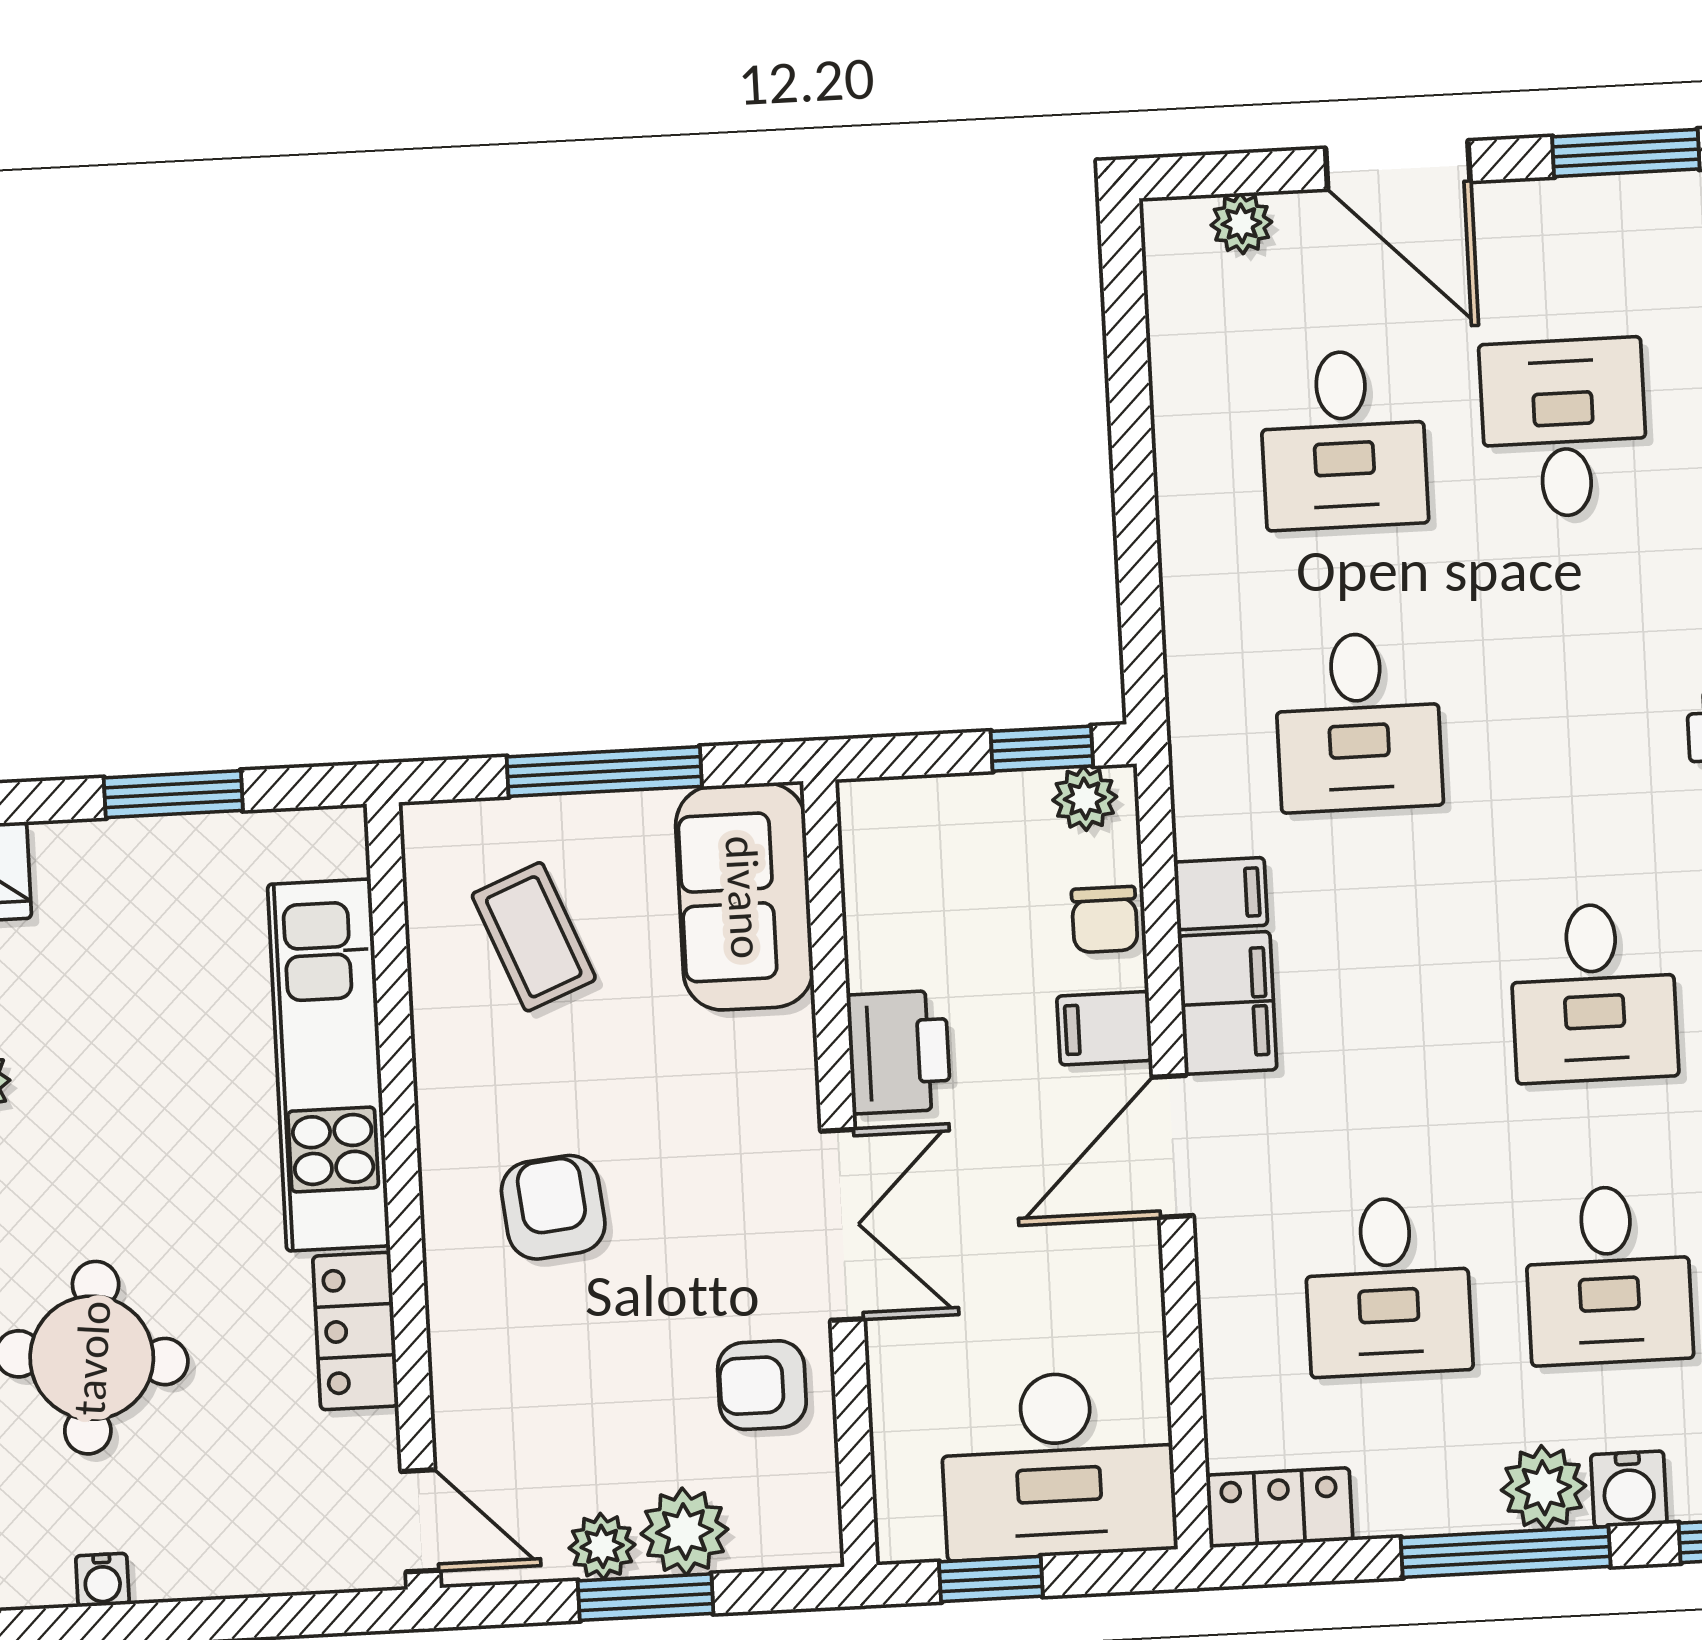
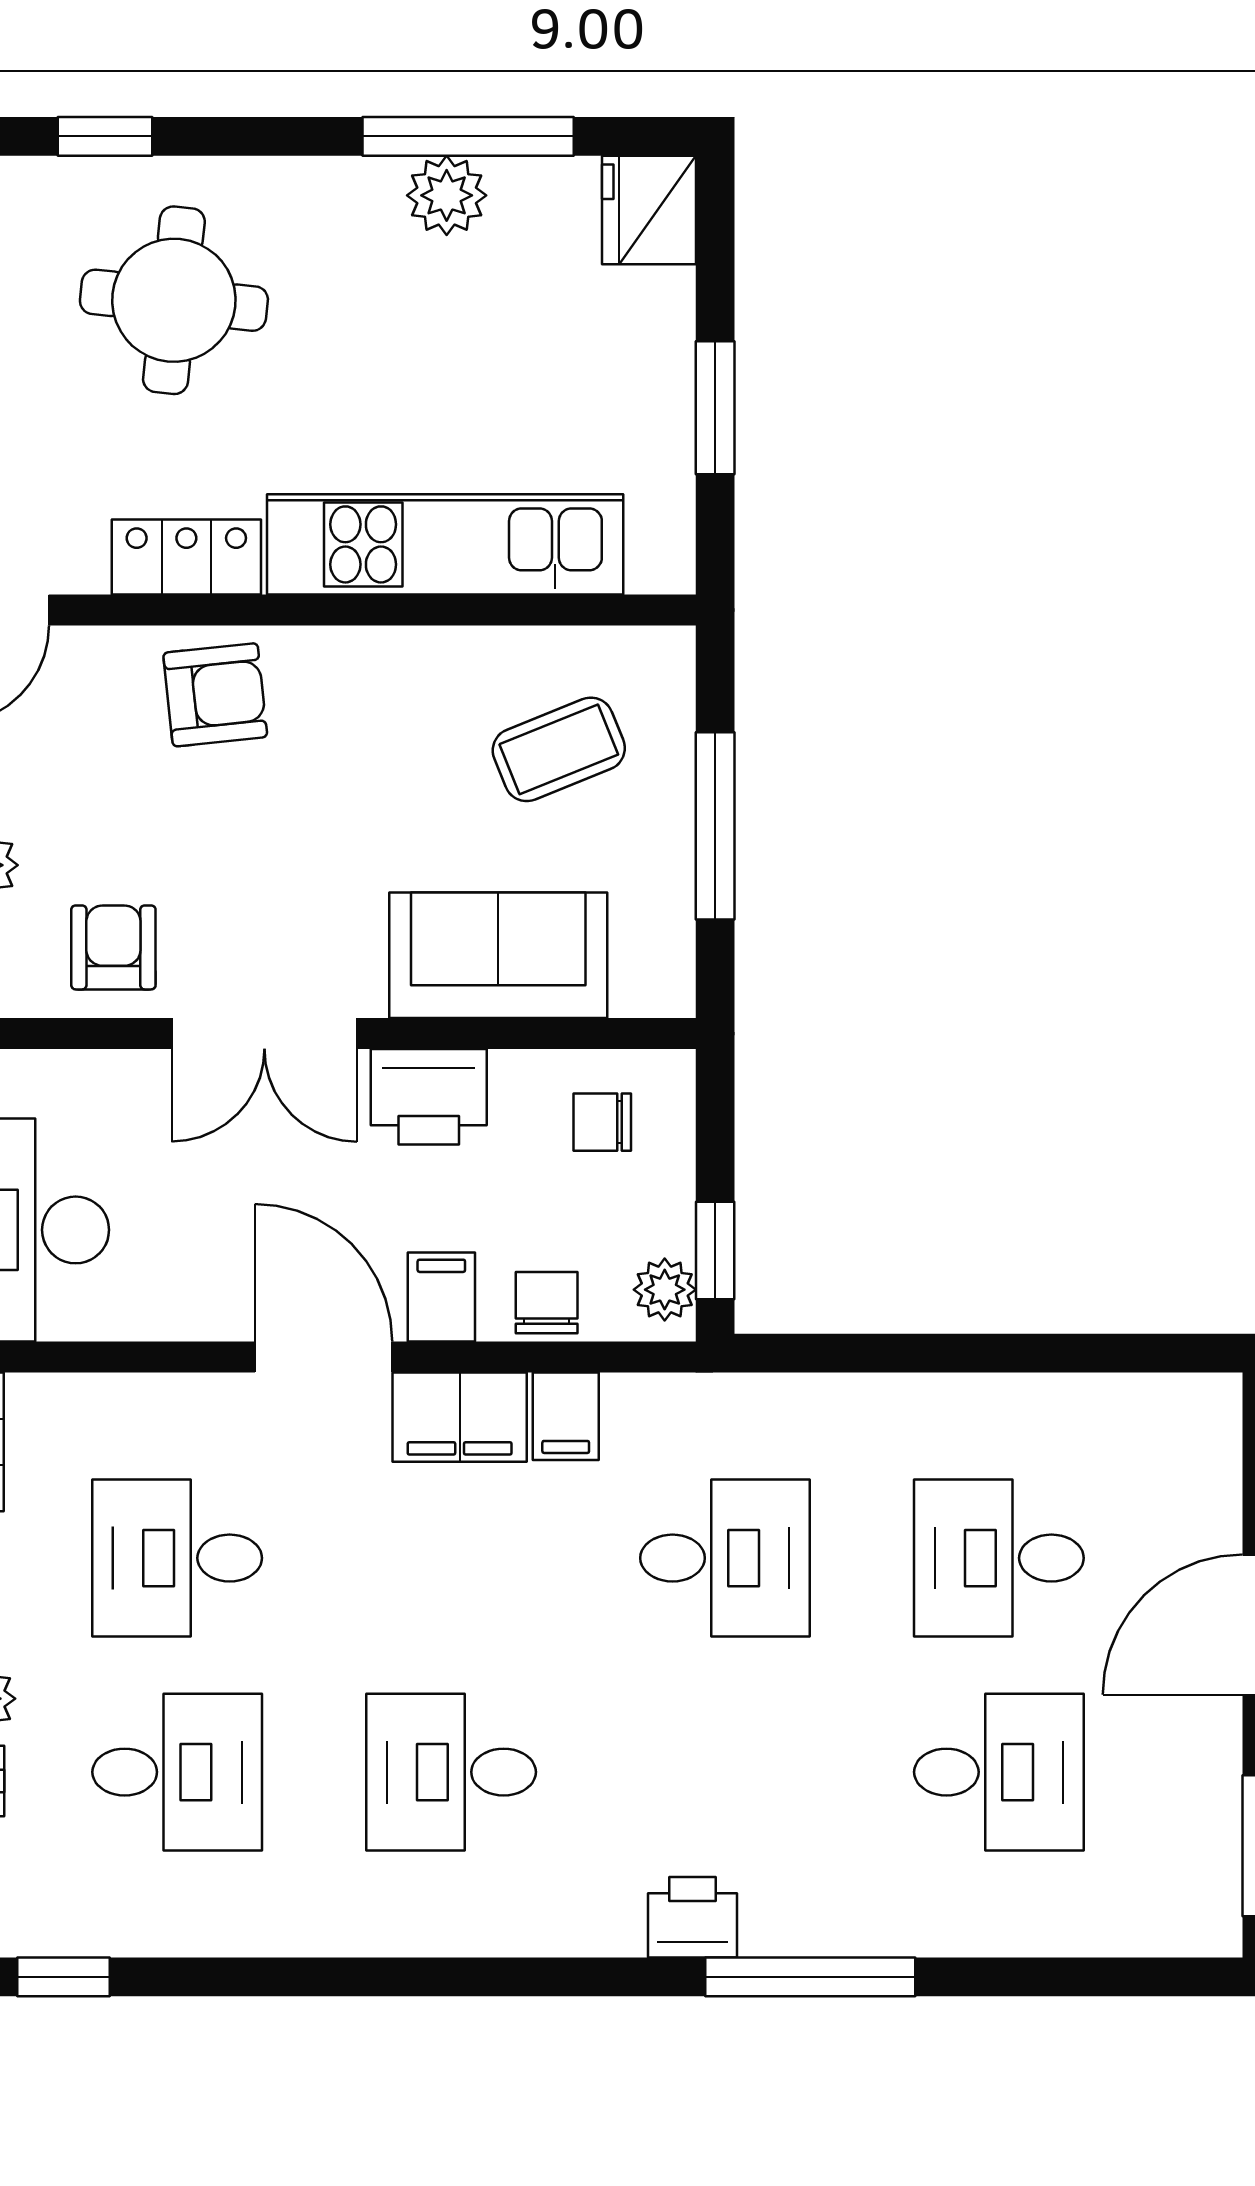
plant: (1241, 223) -> (1213, 1470), removed
desk: (1358, 722) -> (725, 1558), turned 180
chair: (916, 872) -> (602, 1122), added
sofa: (744, 897) -> (498, 955), moved
chair: (1105, 919) -> (547, 1303), turned 90
armchair: (553, 1207) -> (215, 695), moved
desk: (1608, 1275) -> (177, 1772), turned 180

